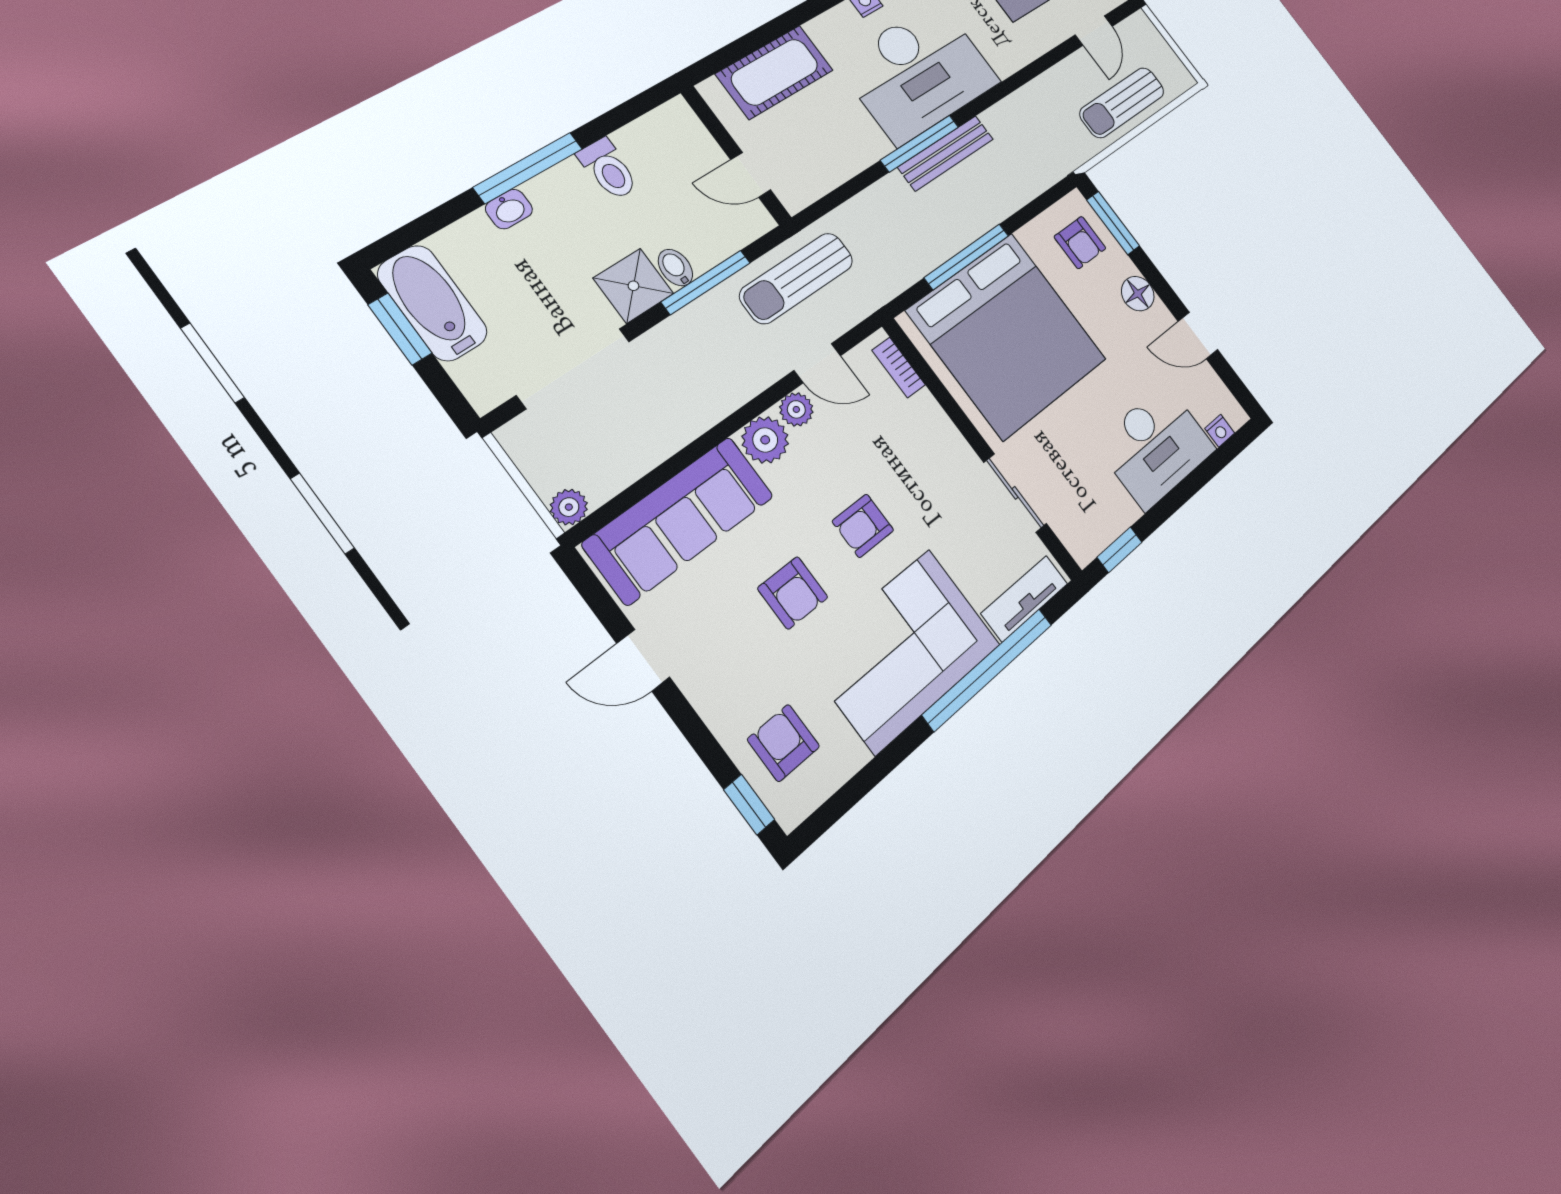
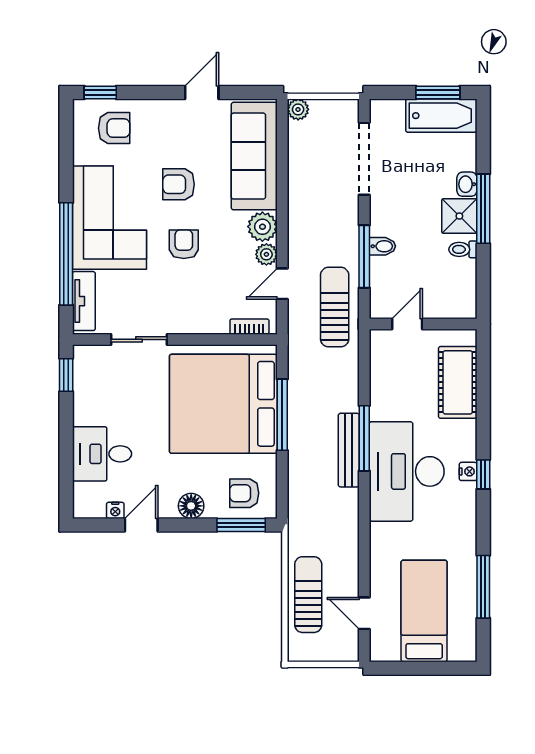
toilet: (608, 169) -> (463, 249), width x0.73, depth x0.72
shower: (633, 286) -> (459, 216), moved
nightstand: (1220, 431) -> (115, 510), moved, turned -90
desk: (1156, 446) -> (102, 454), width x0.73

